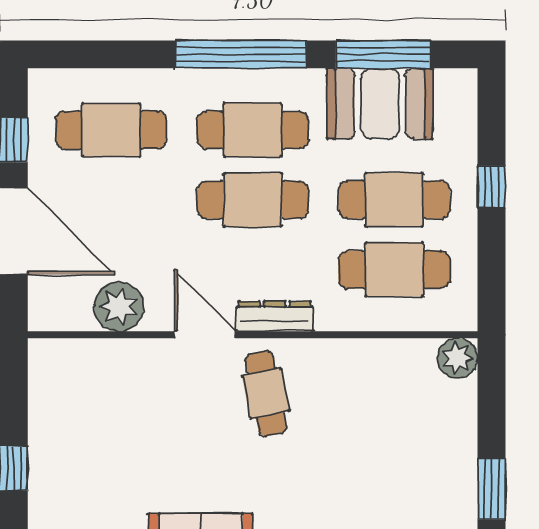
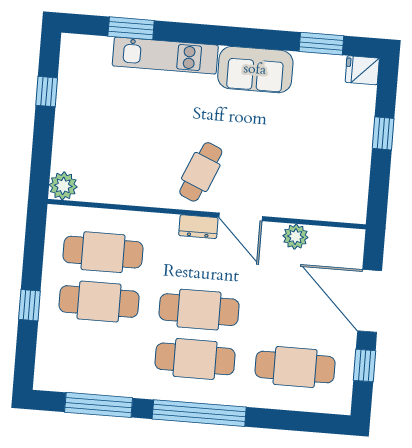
booth: (380, 104) -> (104, 370), removed
plant: (119, 307) -> (295, 237), width x0.73, depth x0.73
dresser: (275, 316) -> (198, 227), width x0.70
cafe table: (266, 393) -> (201, 172), turned 34
window: (492, 489) -> (47, 92), width x0.67

